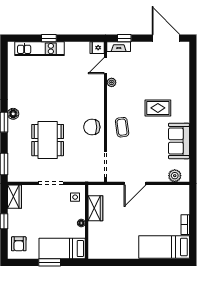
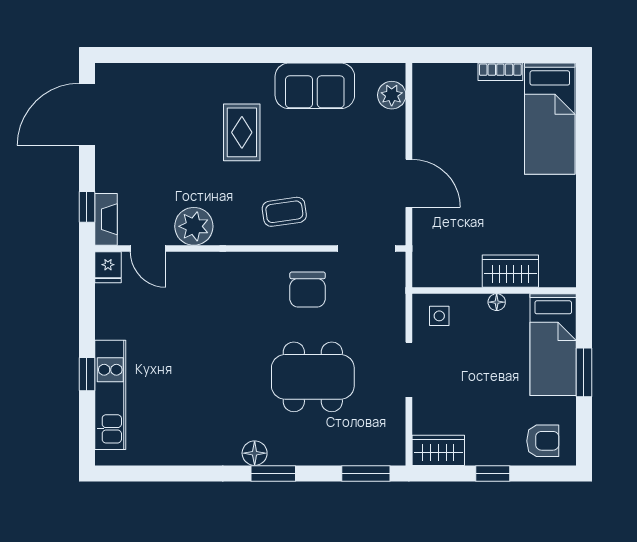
plant: (112, 82) -> (194, 226), width x1.88, depth x1.88
chair: (92, 127) -> (308, 290), moved
wardrobe: (95, 208) -> (510, 271), moved

